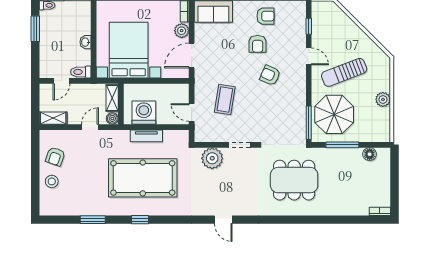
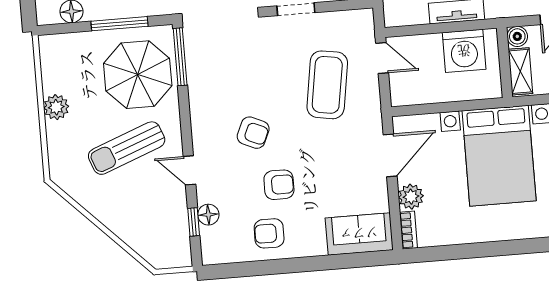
floor lamp: (300, 30) -> (208, 215), added
armchair: (258, 44) -> (279, 185), turned 90
sun lounger: (344, 72) -> (127, 148), turned 180
coffee table: (225, 99) -> (327, 85), width x1.36, depth x1.32

